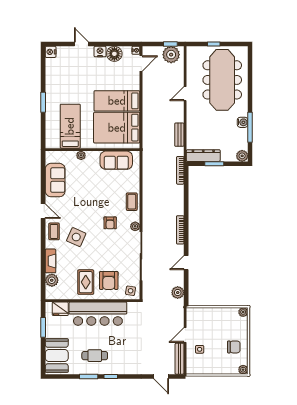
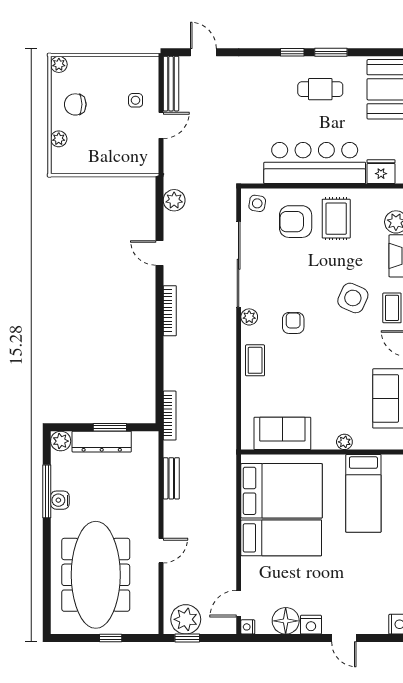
dresser: (203, 156) -> (102, 442), moved
door: (186, 263) -> (159, 253), swing flipped
armchair: (109, 280) -> (296, 222), turned -90
plant: (243, 312) -> (59, 139), moved

